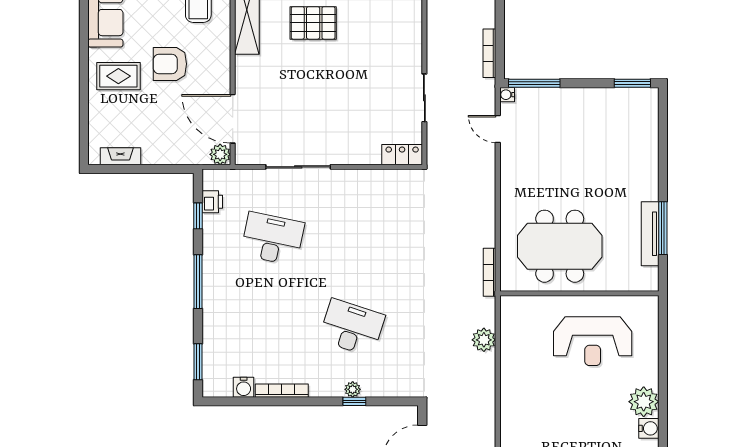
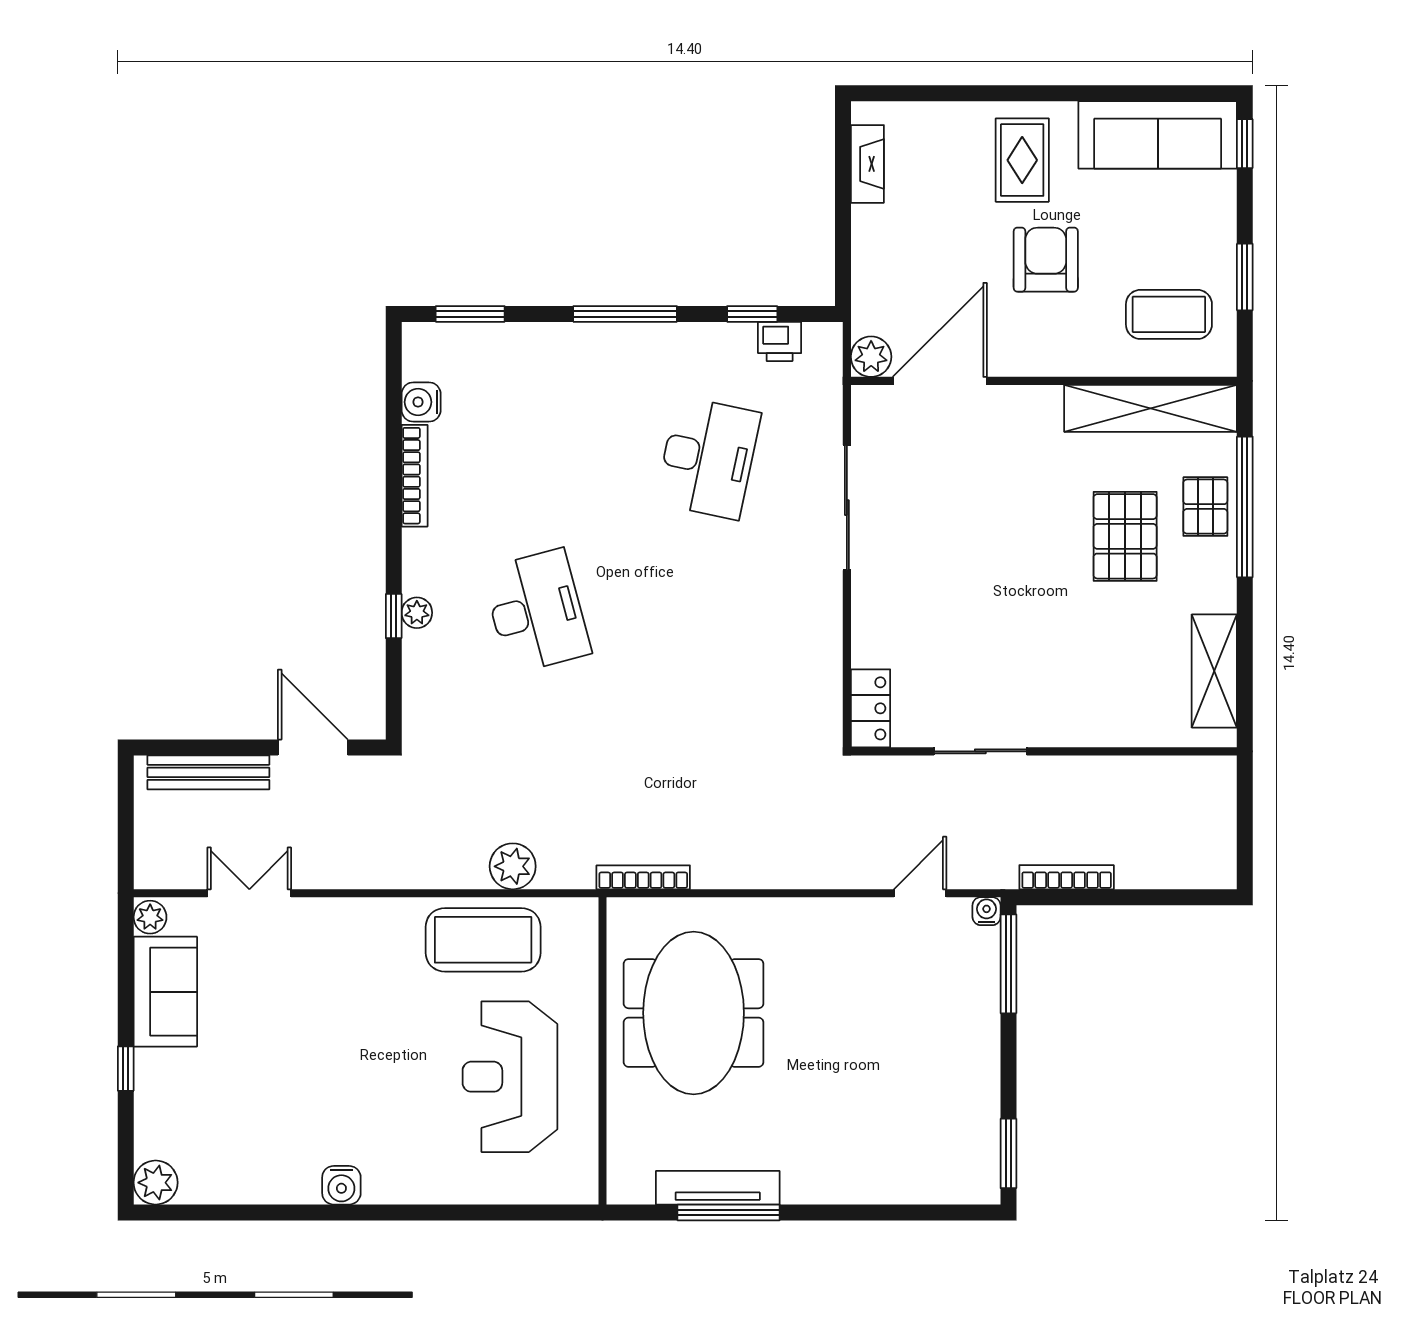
desk: (352, 328) -> (536, 611), turned -33
coffee table: (522, 355) -> (483, 940), added
plant: (644, 402) -> (393, 1175), removed

